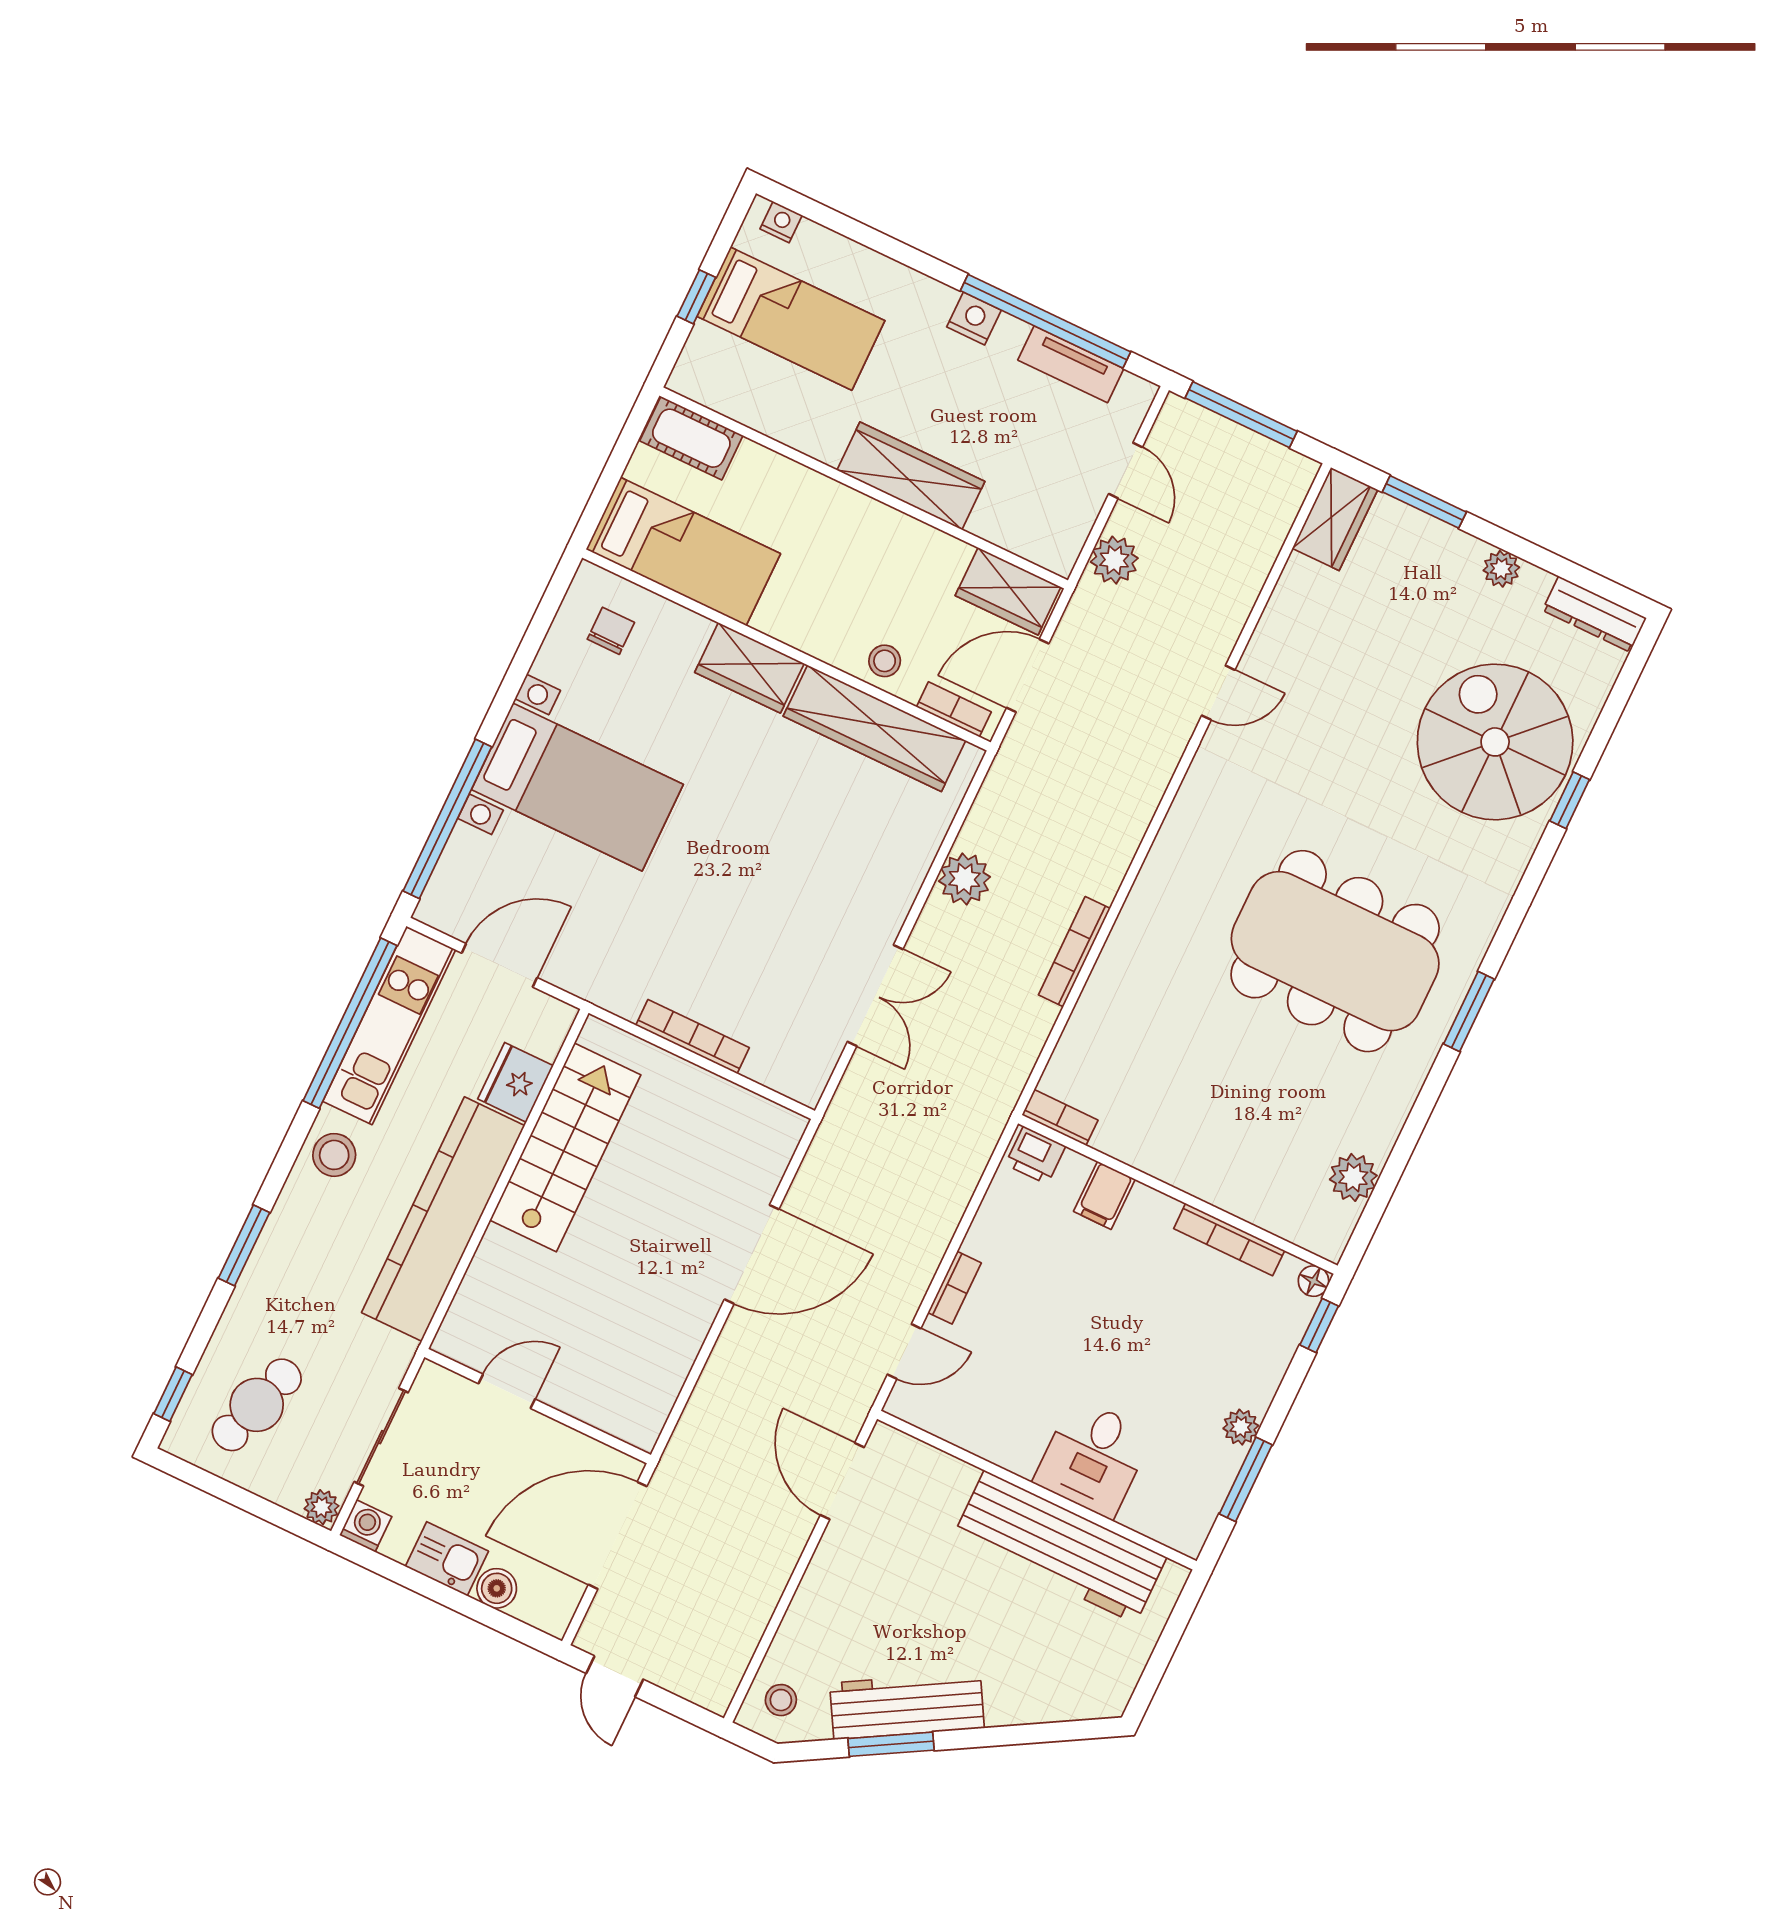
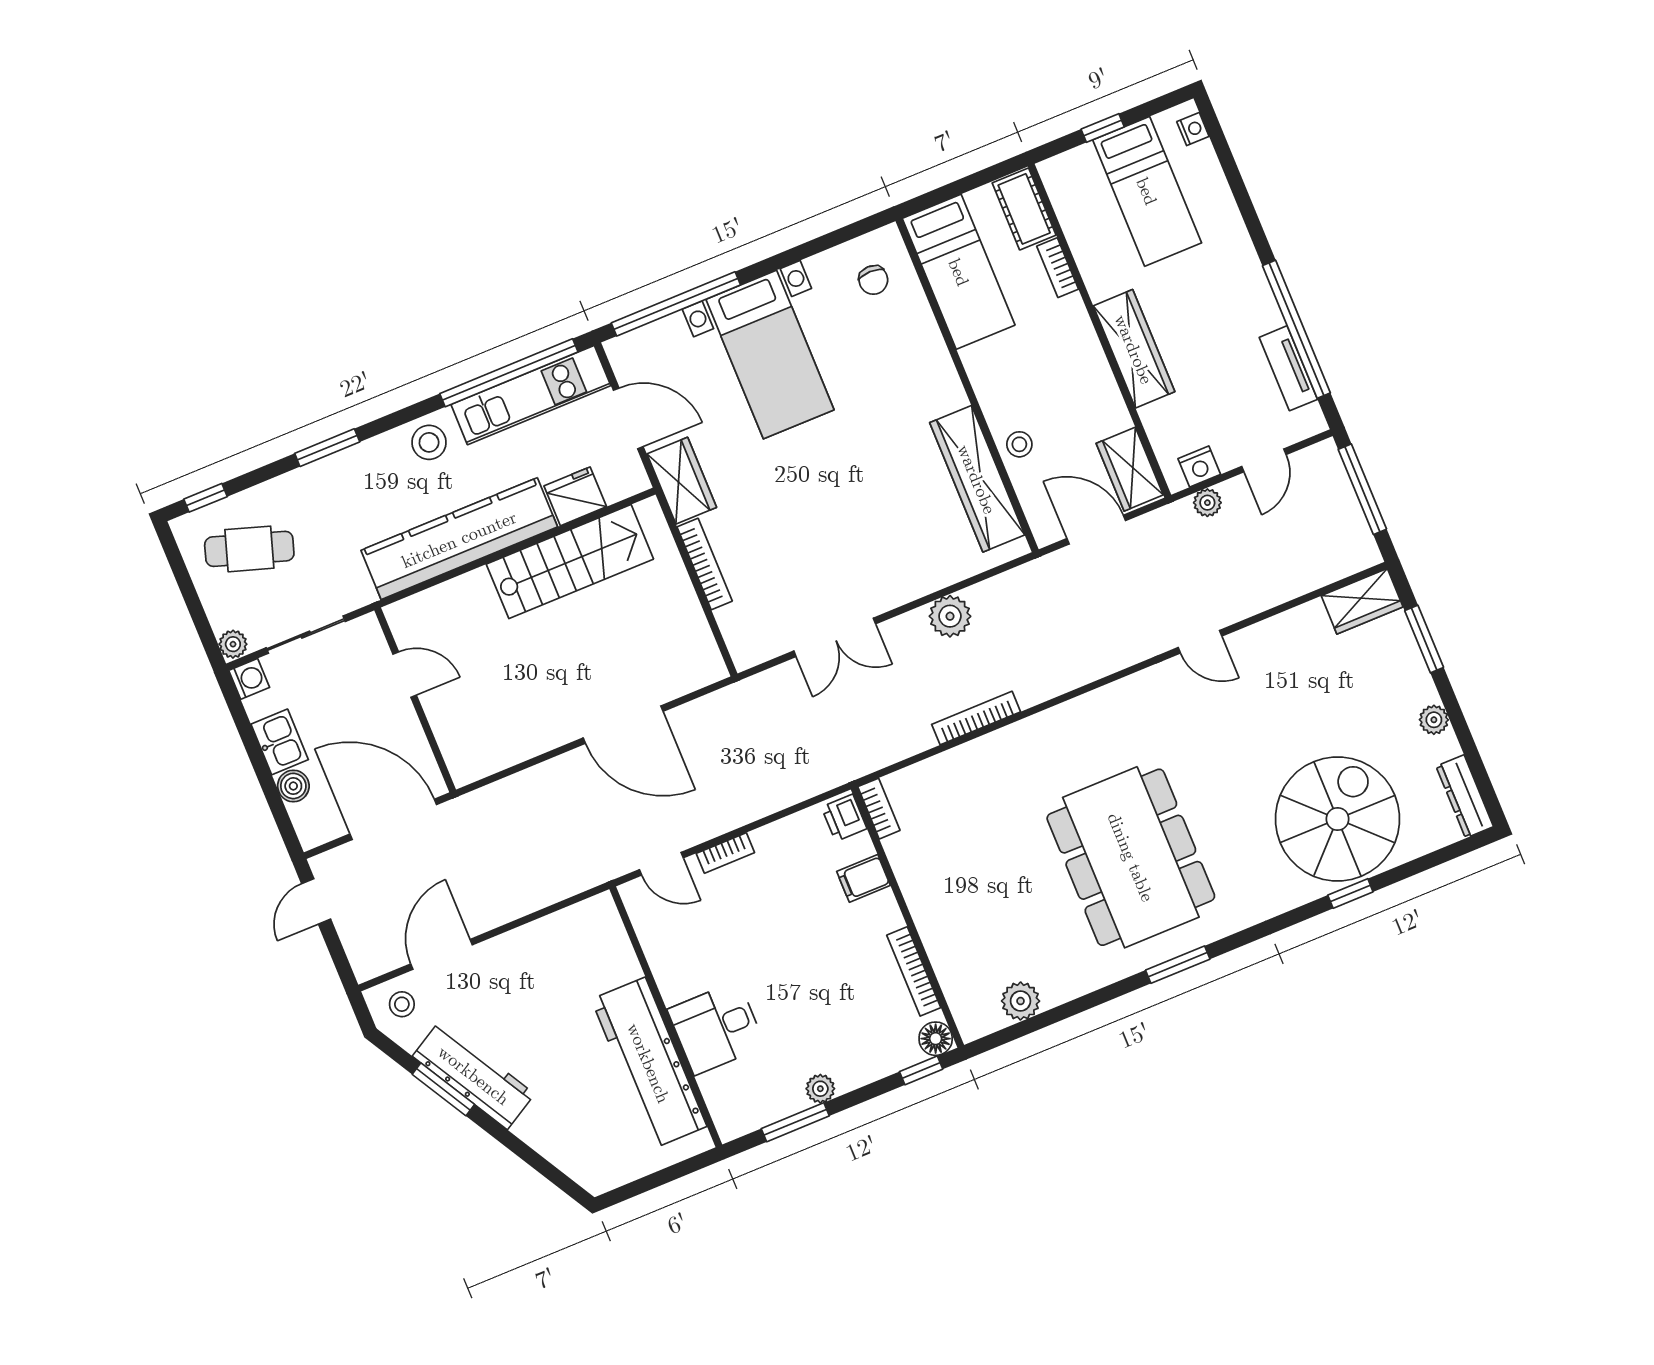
nightstand: (974, 319) -> (1199, 466), moved, turned 90
plant: (1114, 560) -> (1207, 503), width x0.73, depth x0.73
chair: (611, 631) -> (873, 280), turned 90
wardrobe: (749, 668) -> (682, 481), moved, turned 180
bookcase: (954, 709) -> (1058, 268), moved, turned 180
floor lamp: (1313, 1281) -> (936, 1039), width x1.37, depth x1.37
door: (842, 1481) -> (441, 954), moved

